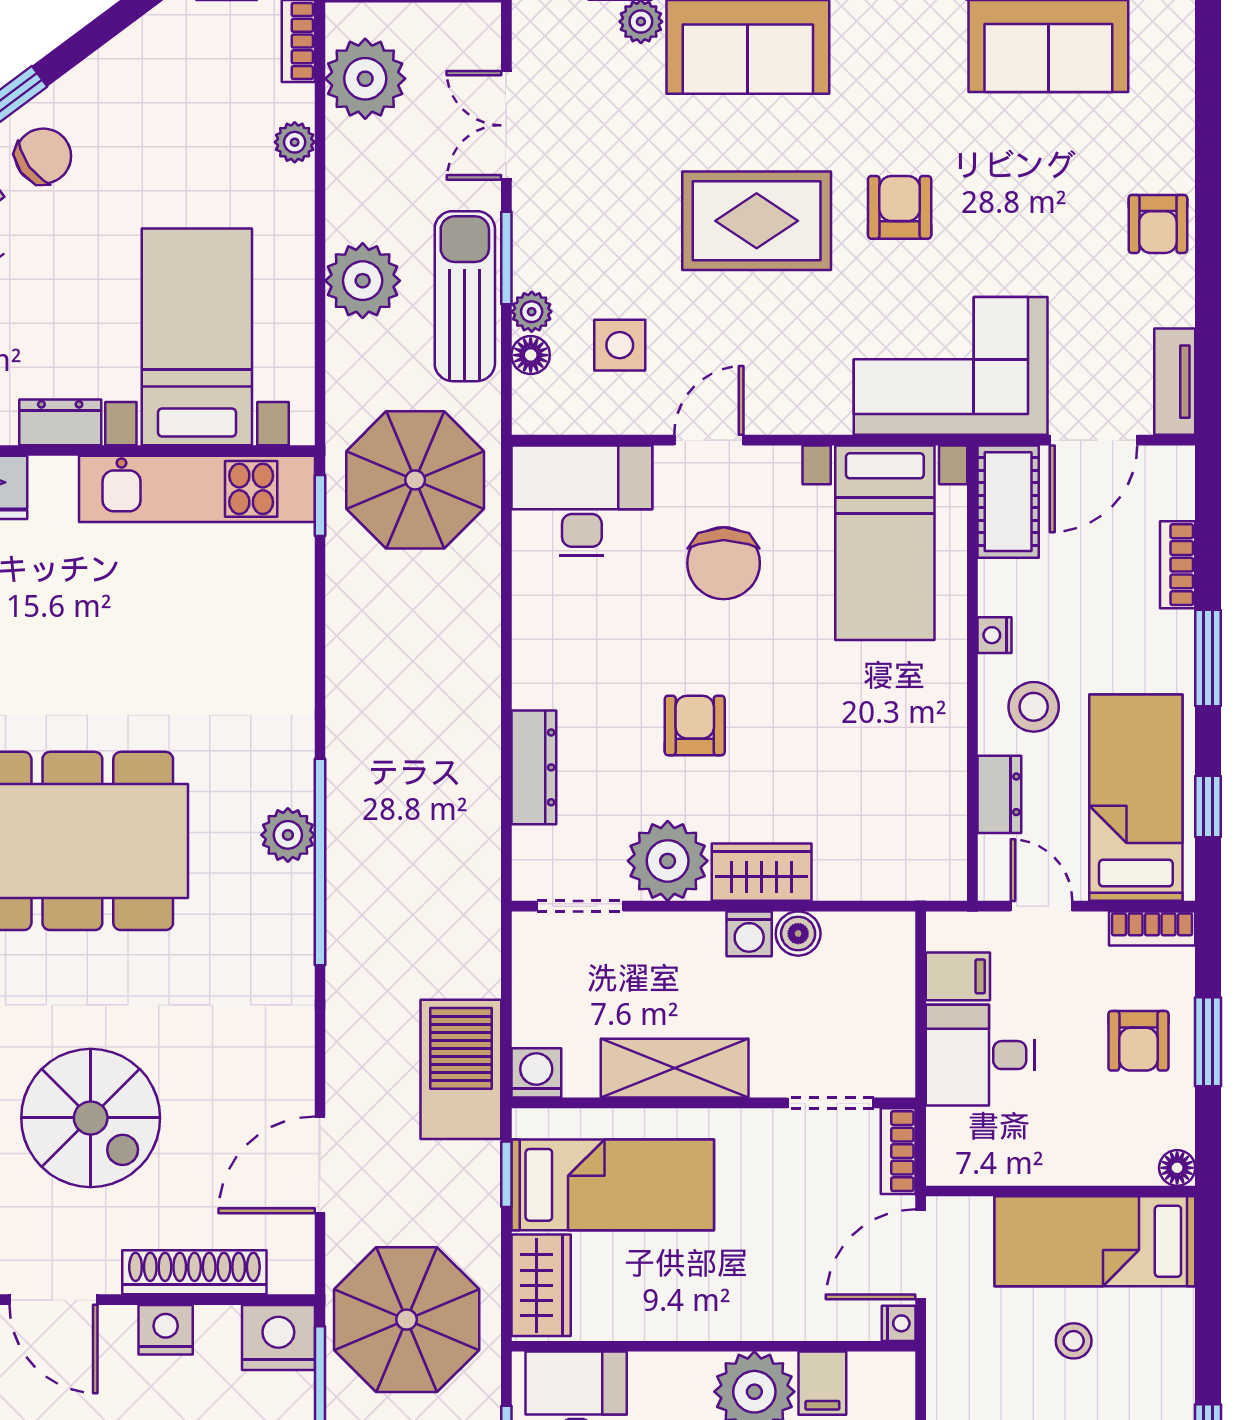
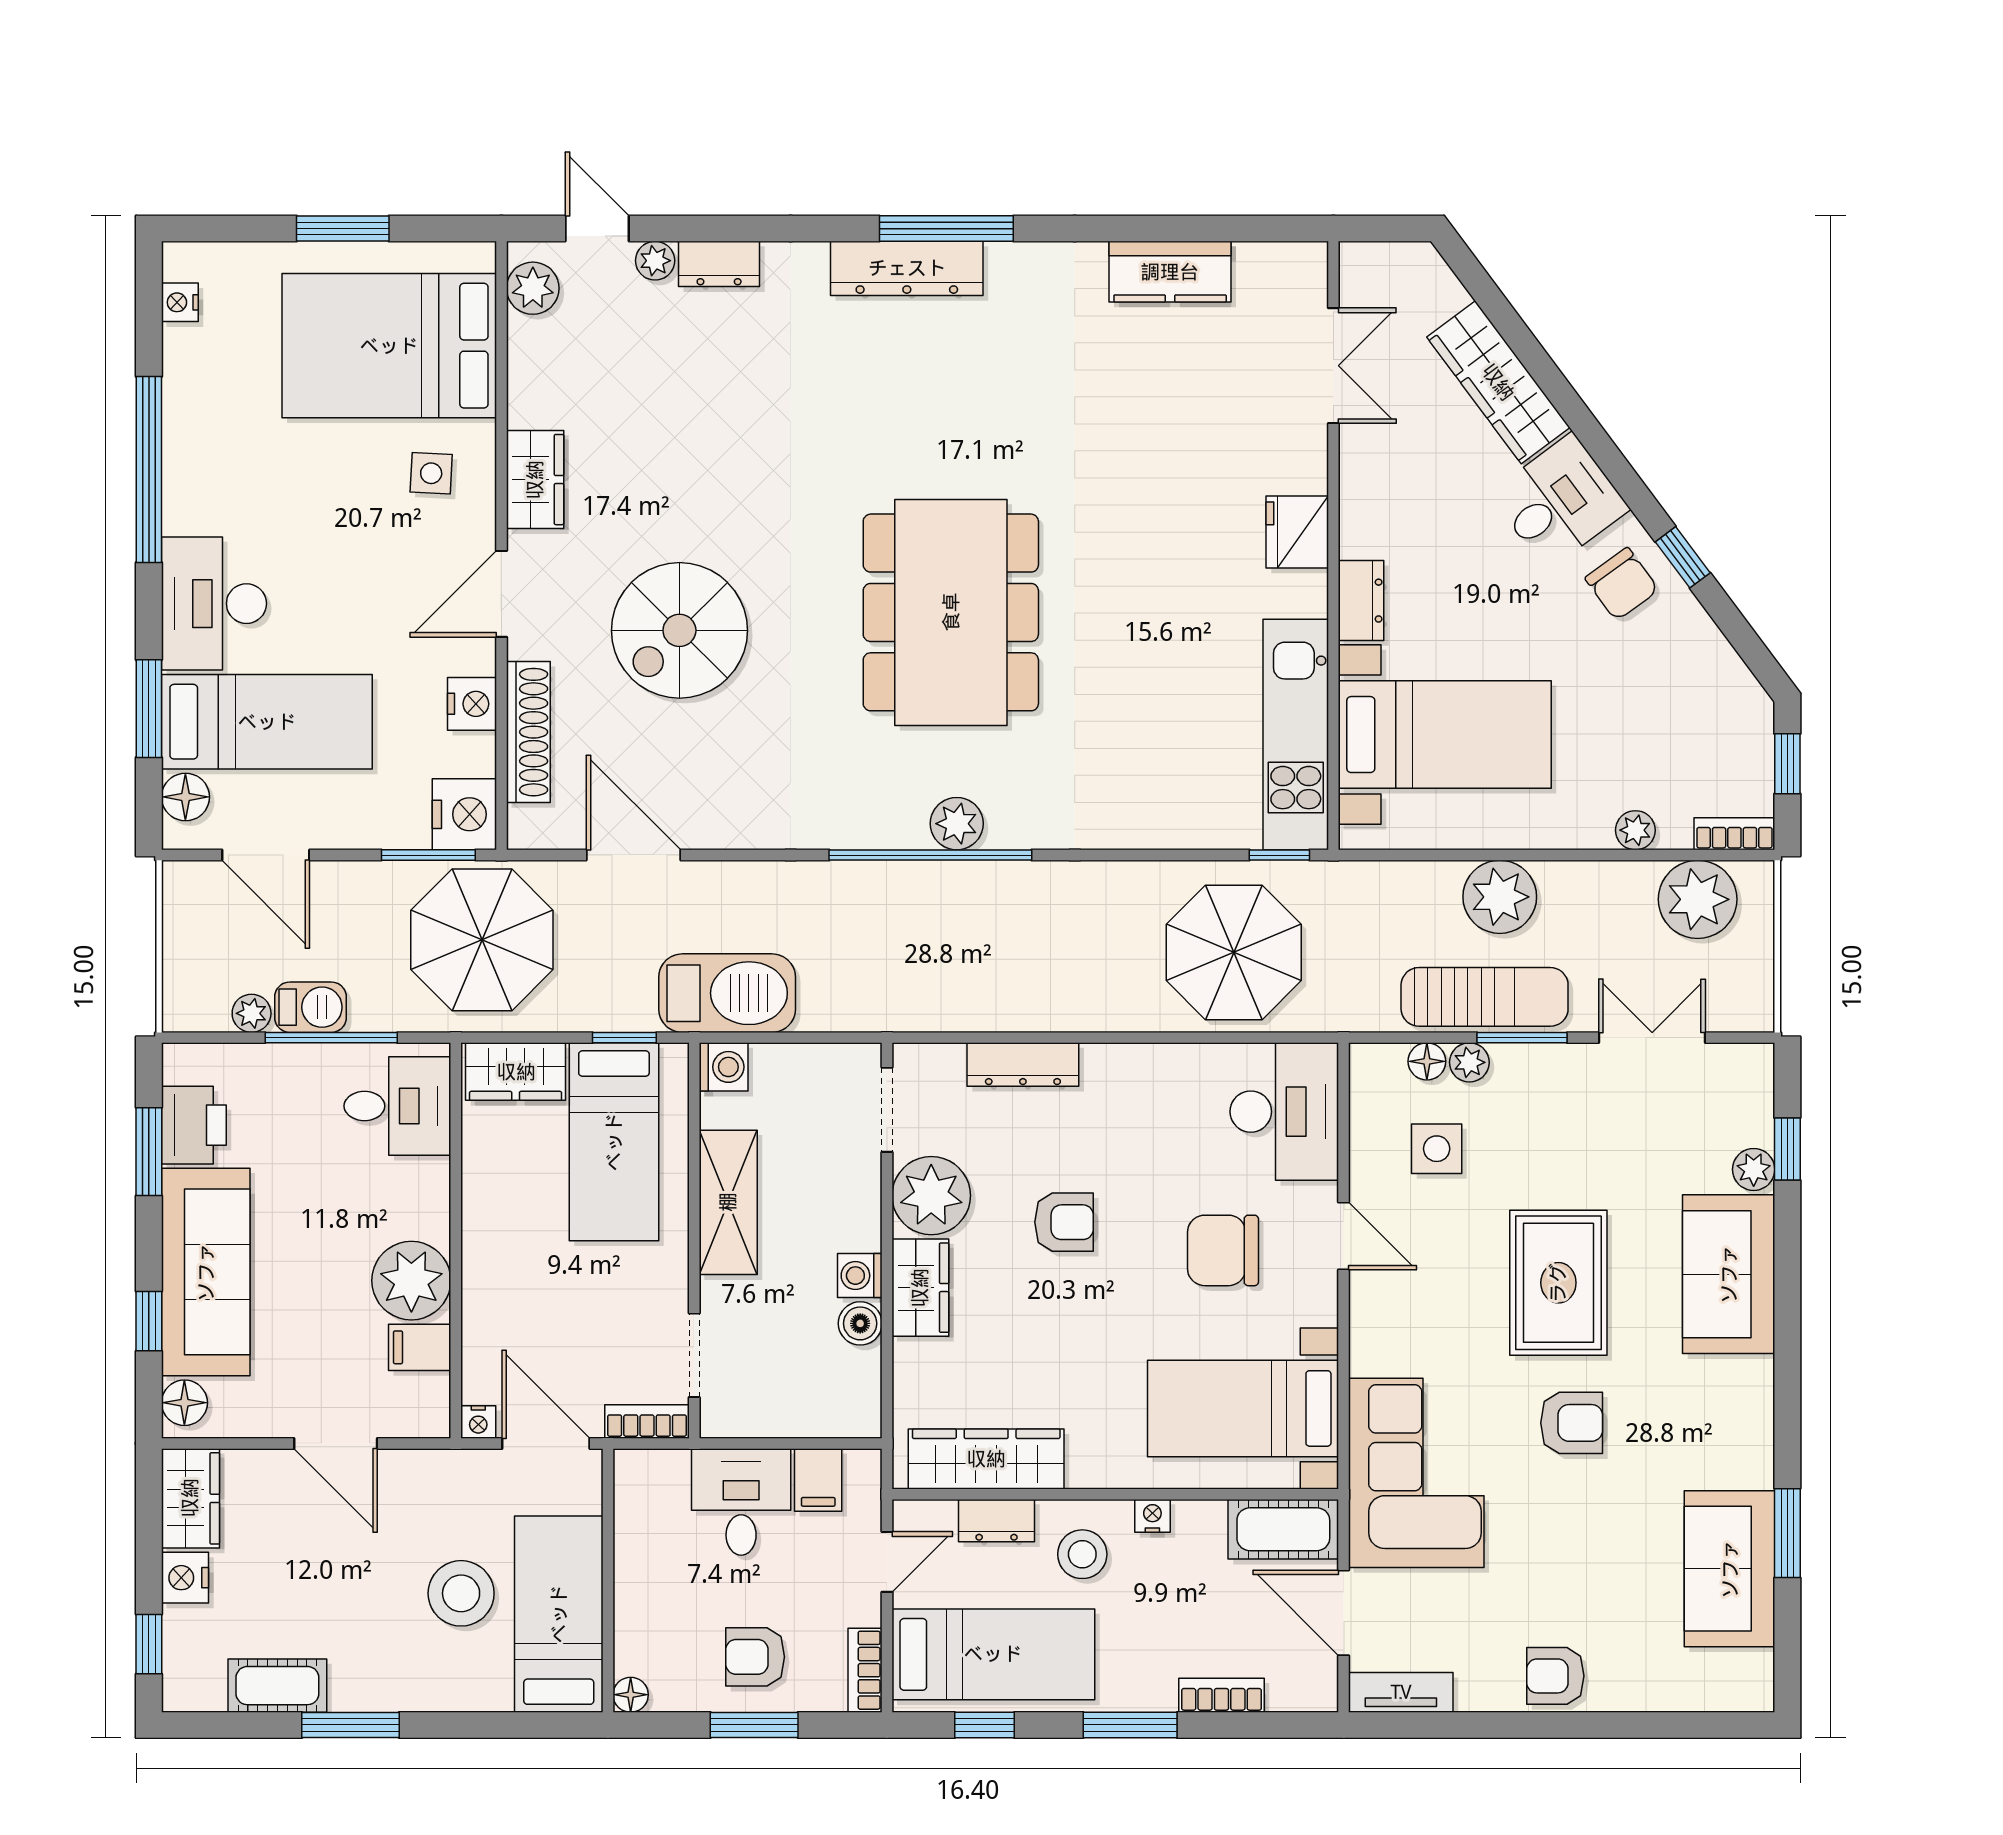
parasol: (415, 480) -> (1234, 952), moved
wardrobe: (936, 805) -> (986, 1459), added
stool: (1074, 1341) -> (461, 1593), width x1.89, depth x1.89

